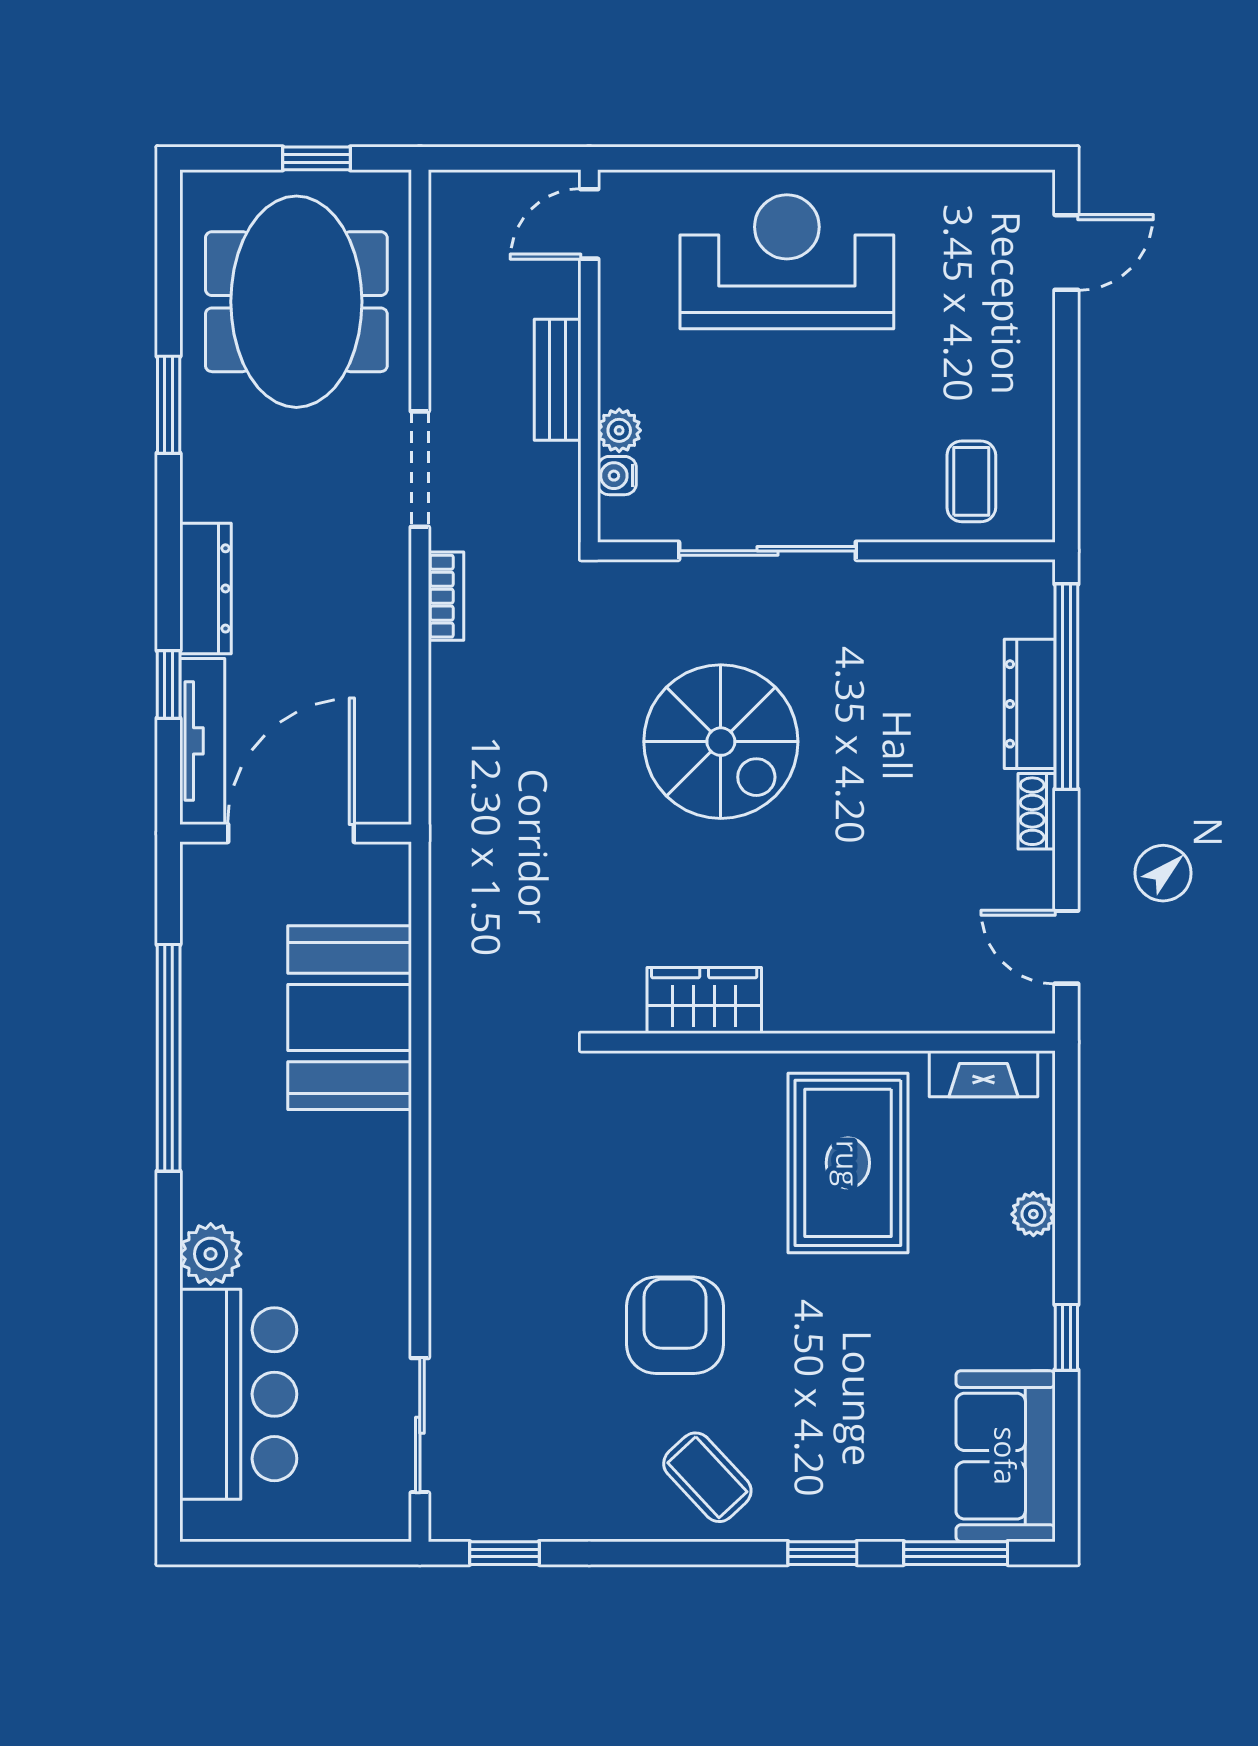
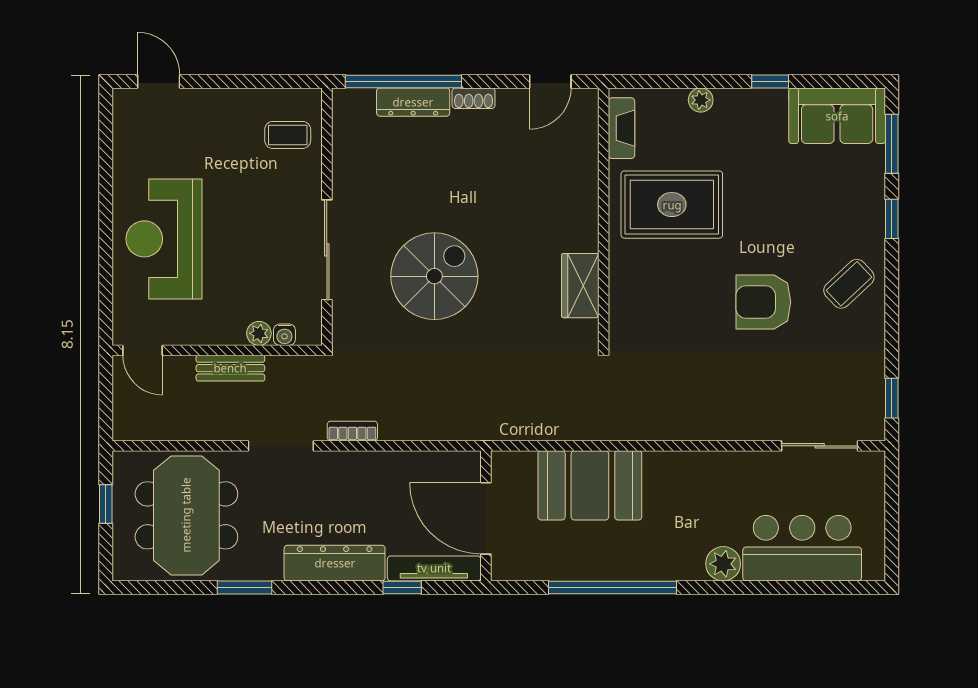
meeting table: (296, 302) -> (186, 515), turned 90
dresser: (205, 588) -> (335, 563), width x1.37, depth x1.24

